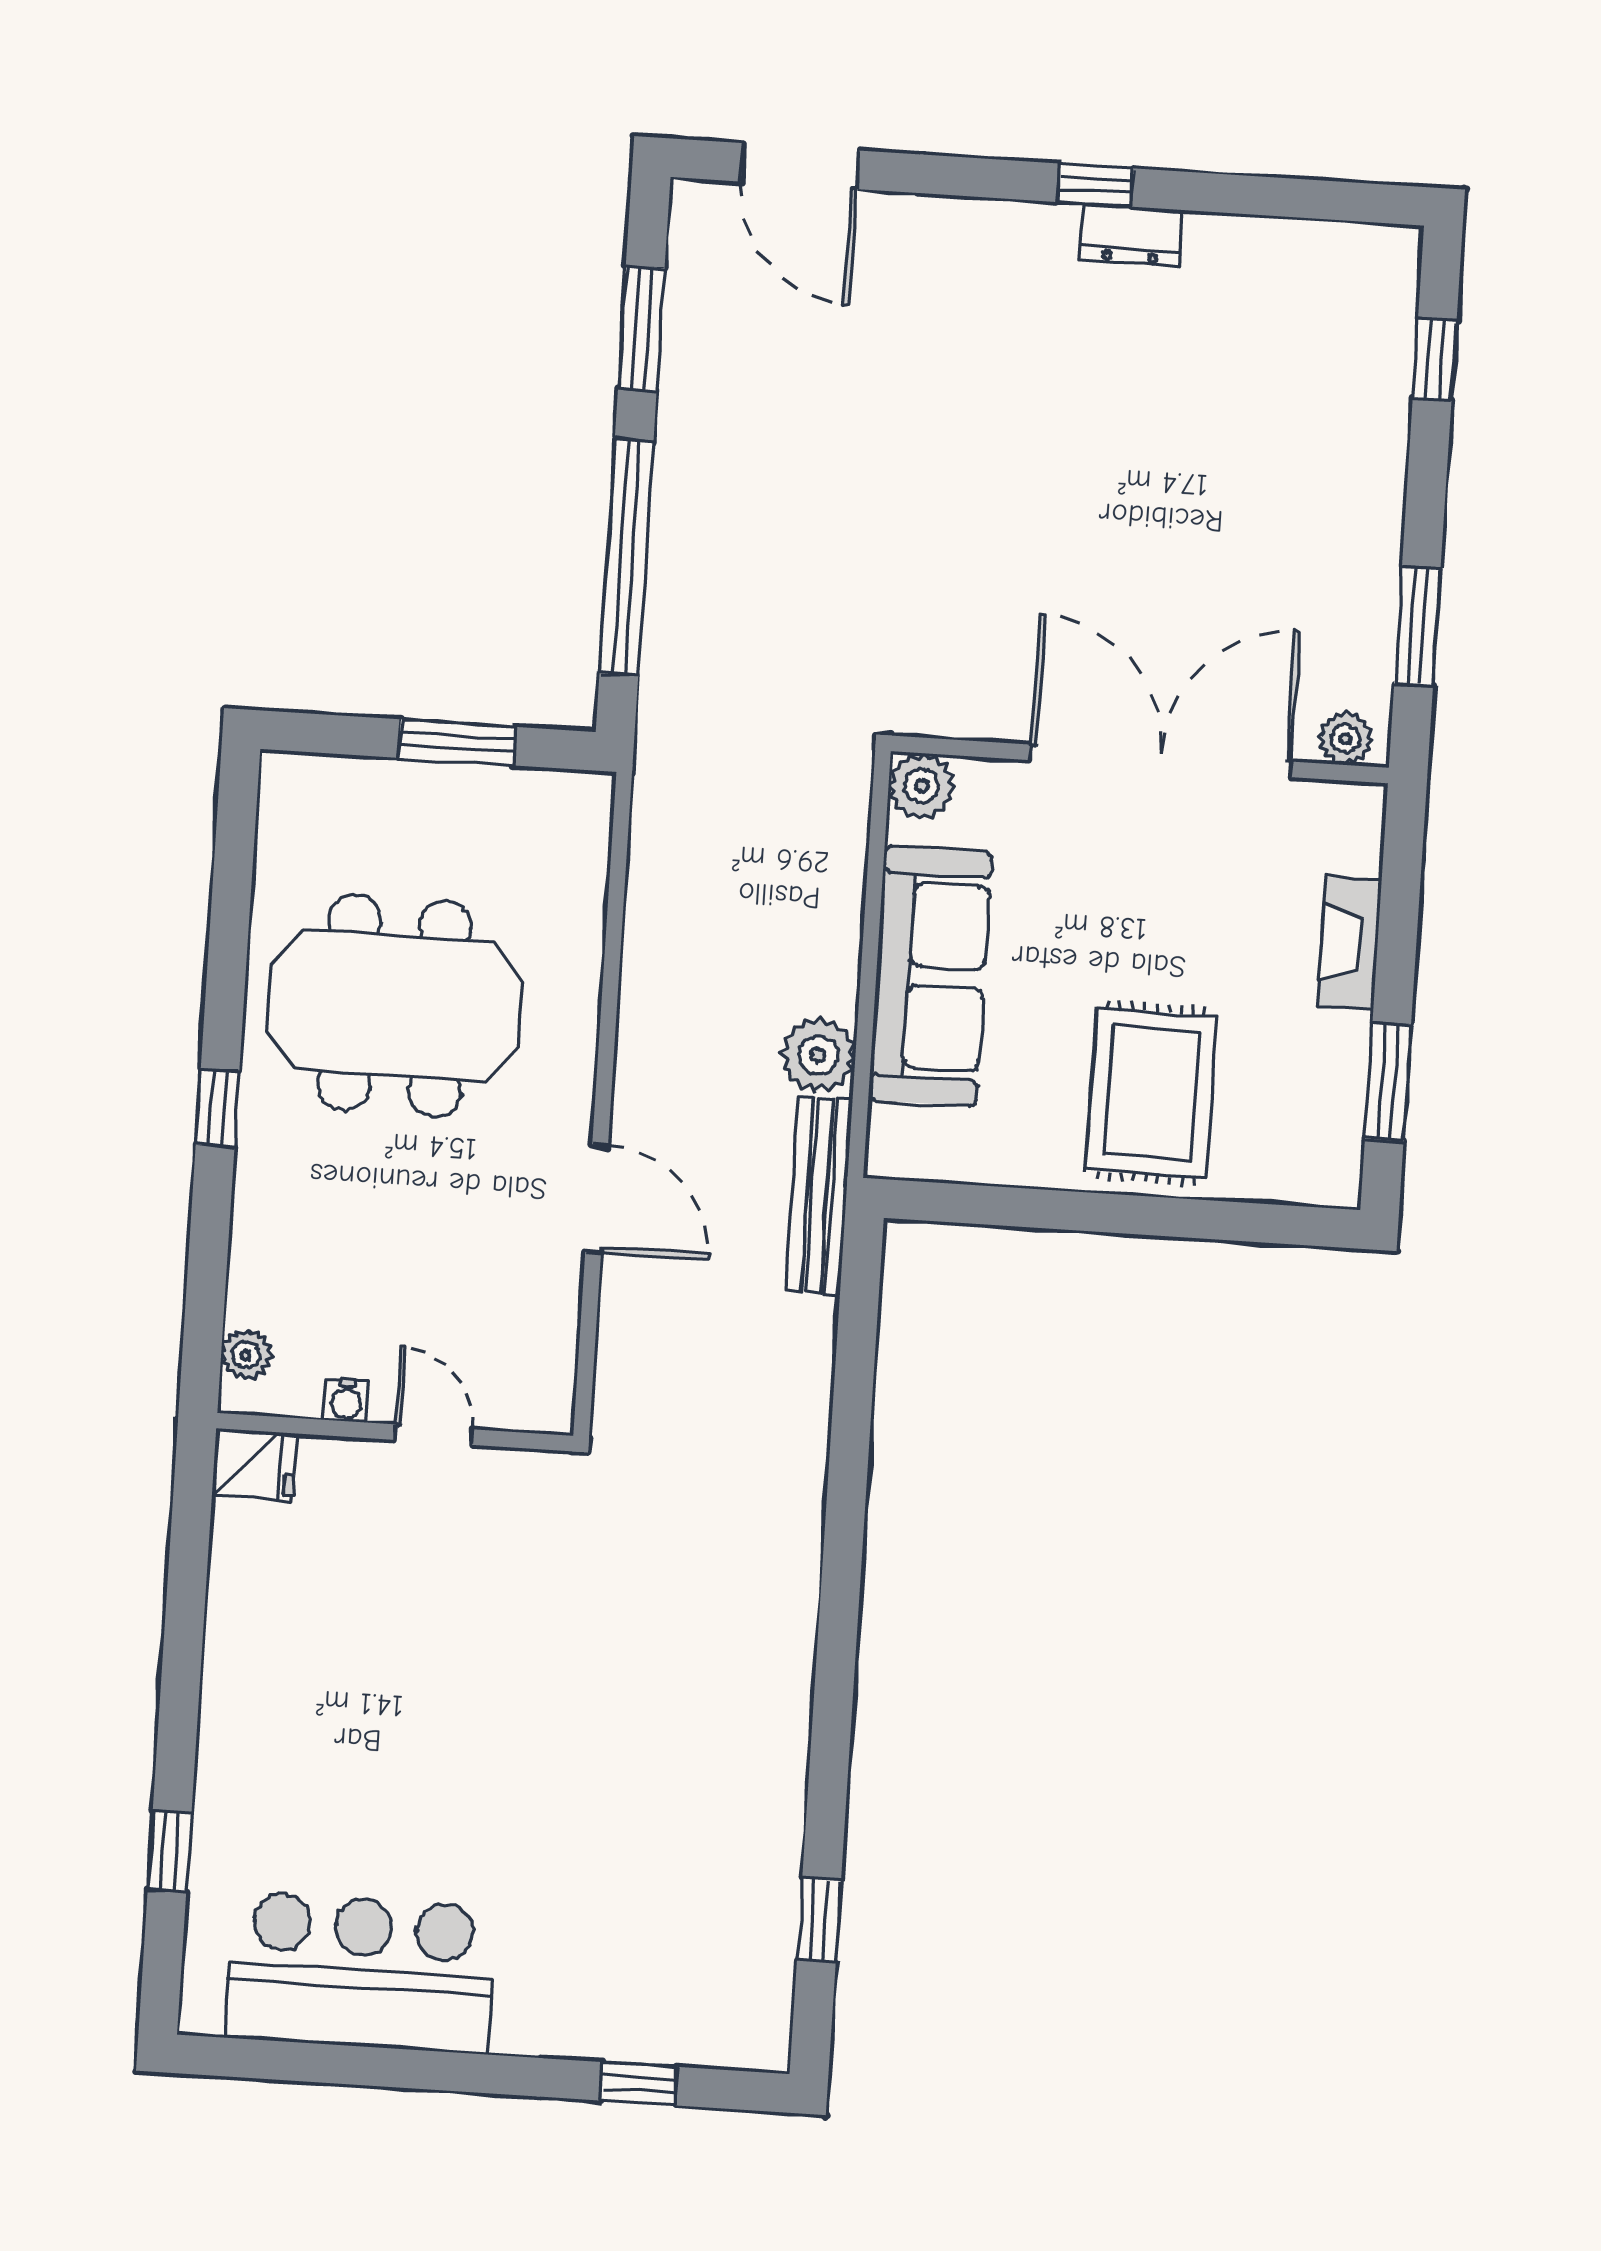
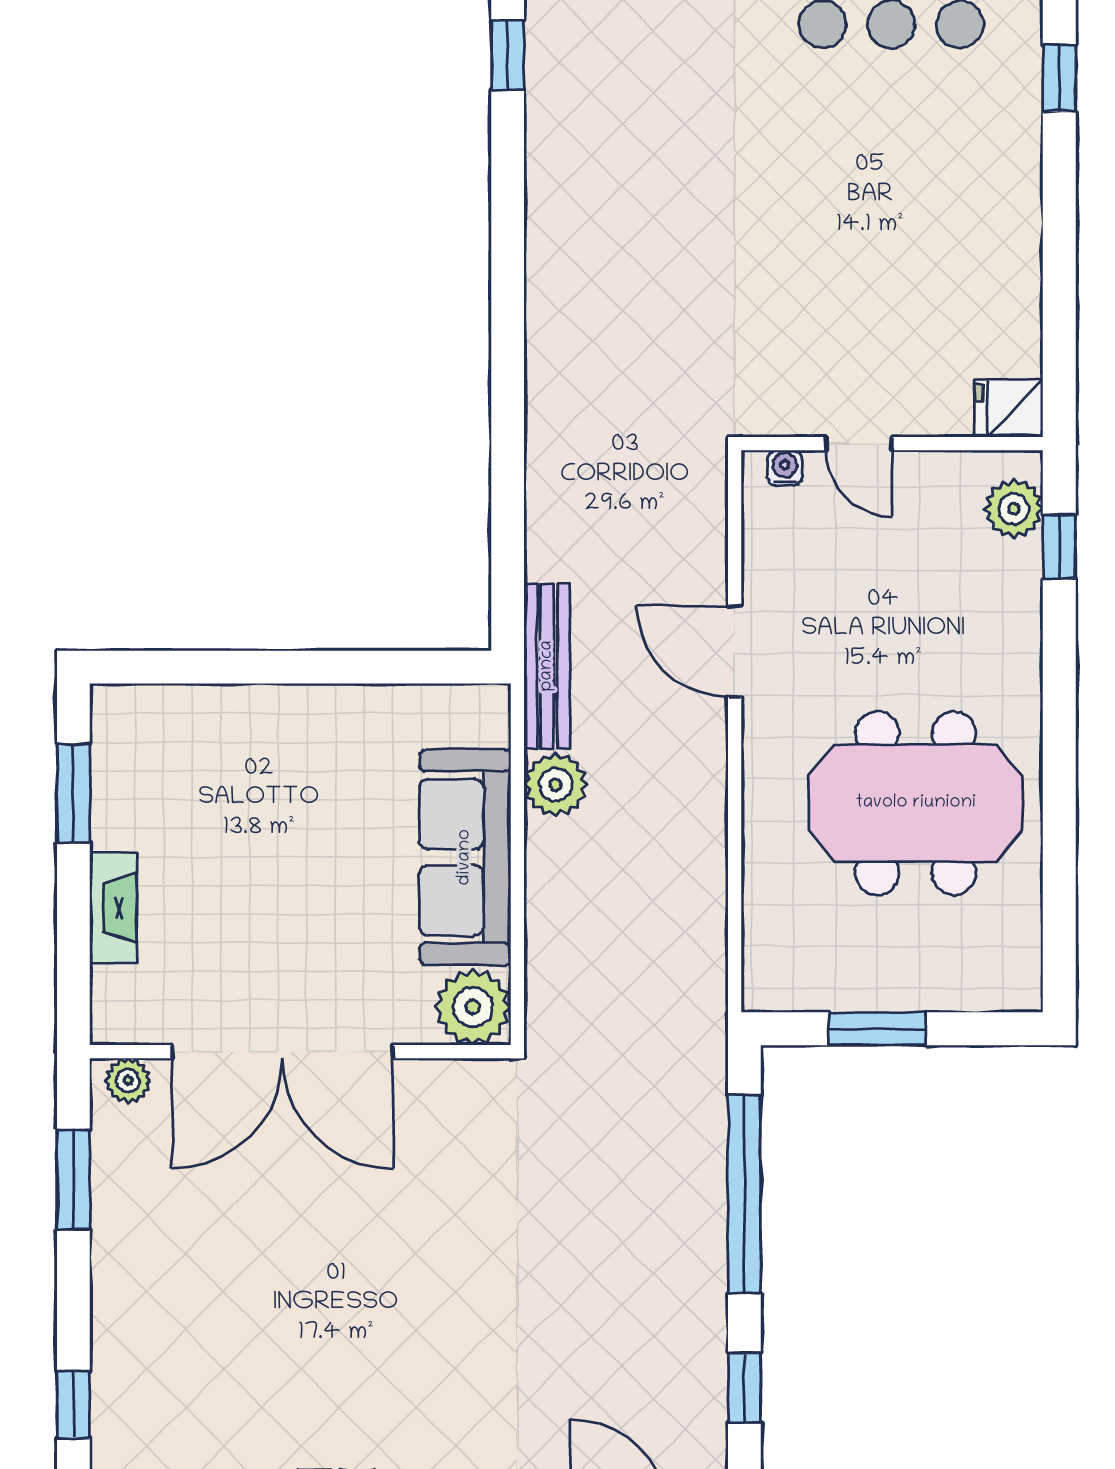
window: (641, 329) -> (744, 1388), width x0.67
plant: (921, 786) -> (473, 1007), width x1.36, depth x1.36
rug: (1151, 1093) -> (272, 771), removed
window: (218, 1108) -> (1059, 547), moved
plant: (246, 1355) -> (1014, 509), width x1.38, depth x1.38
water cooler: (346, 1400) -> (785, 468), moved

